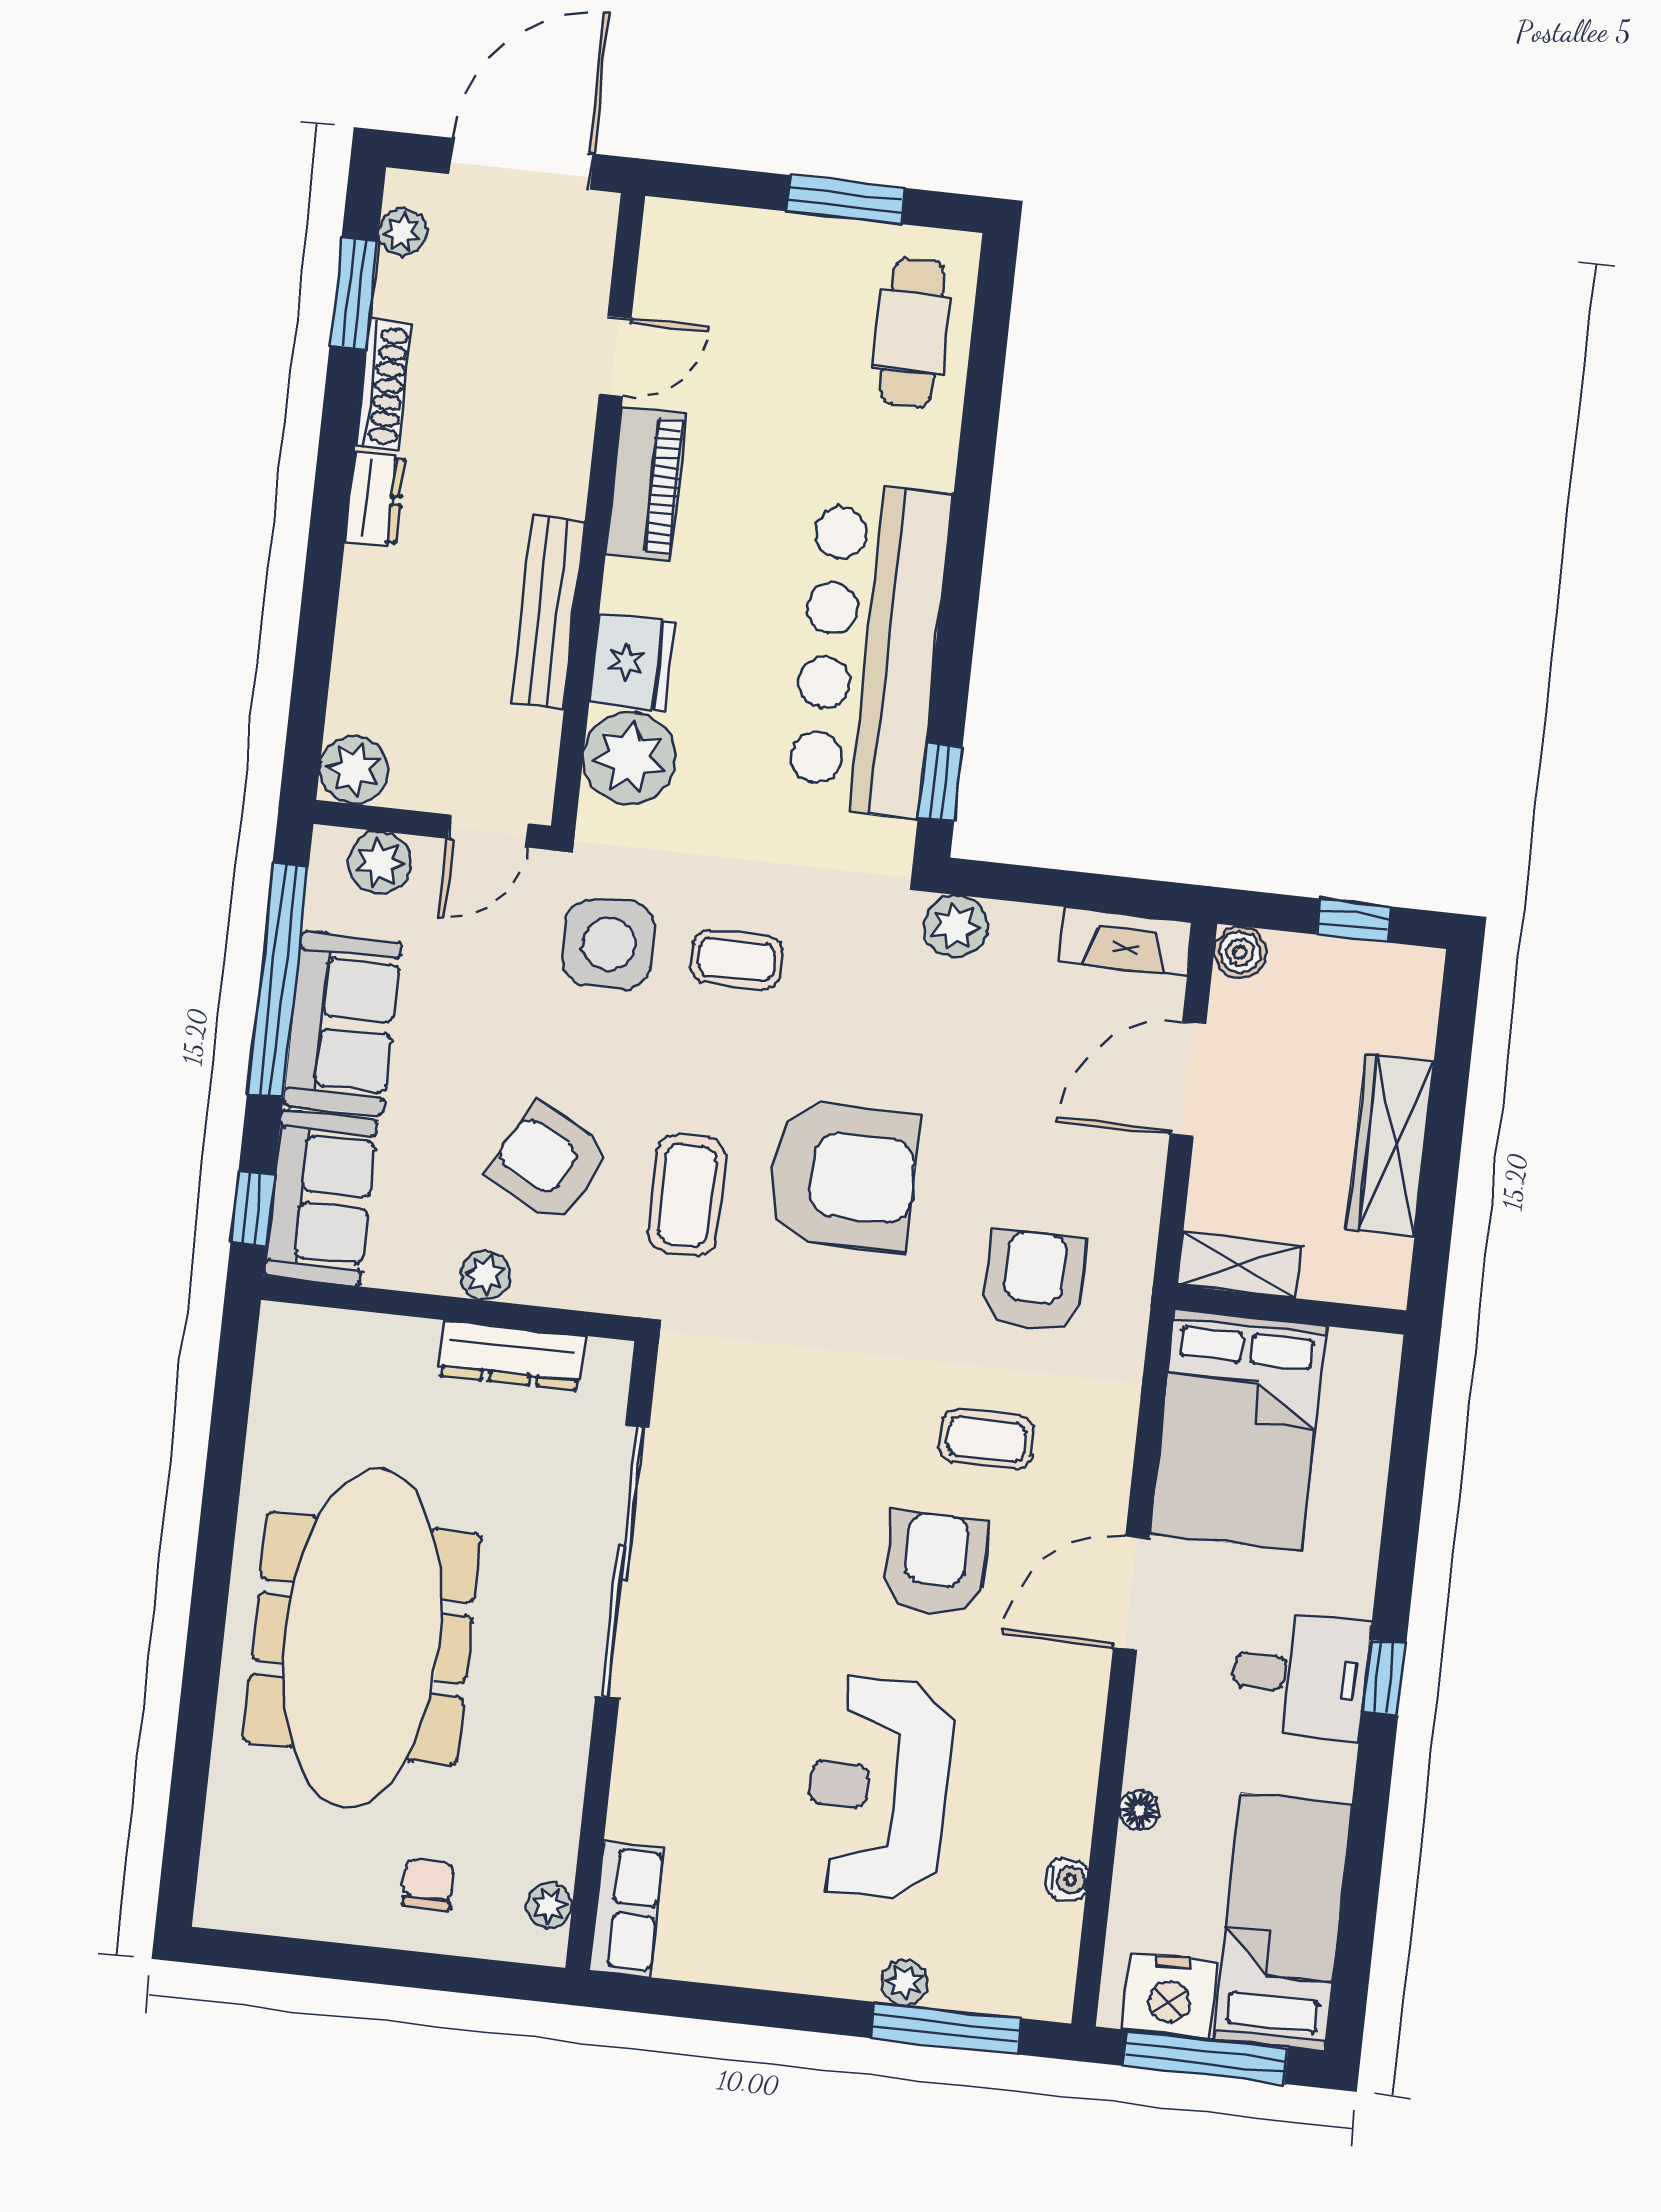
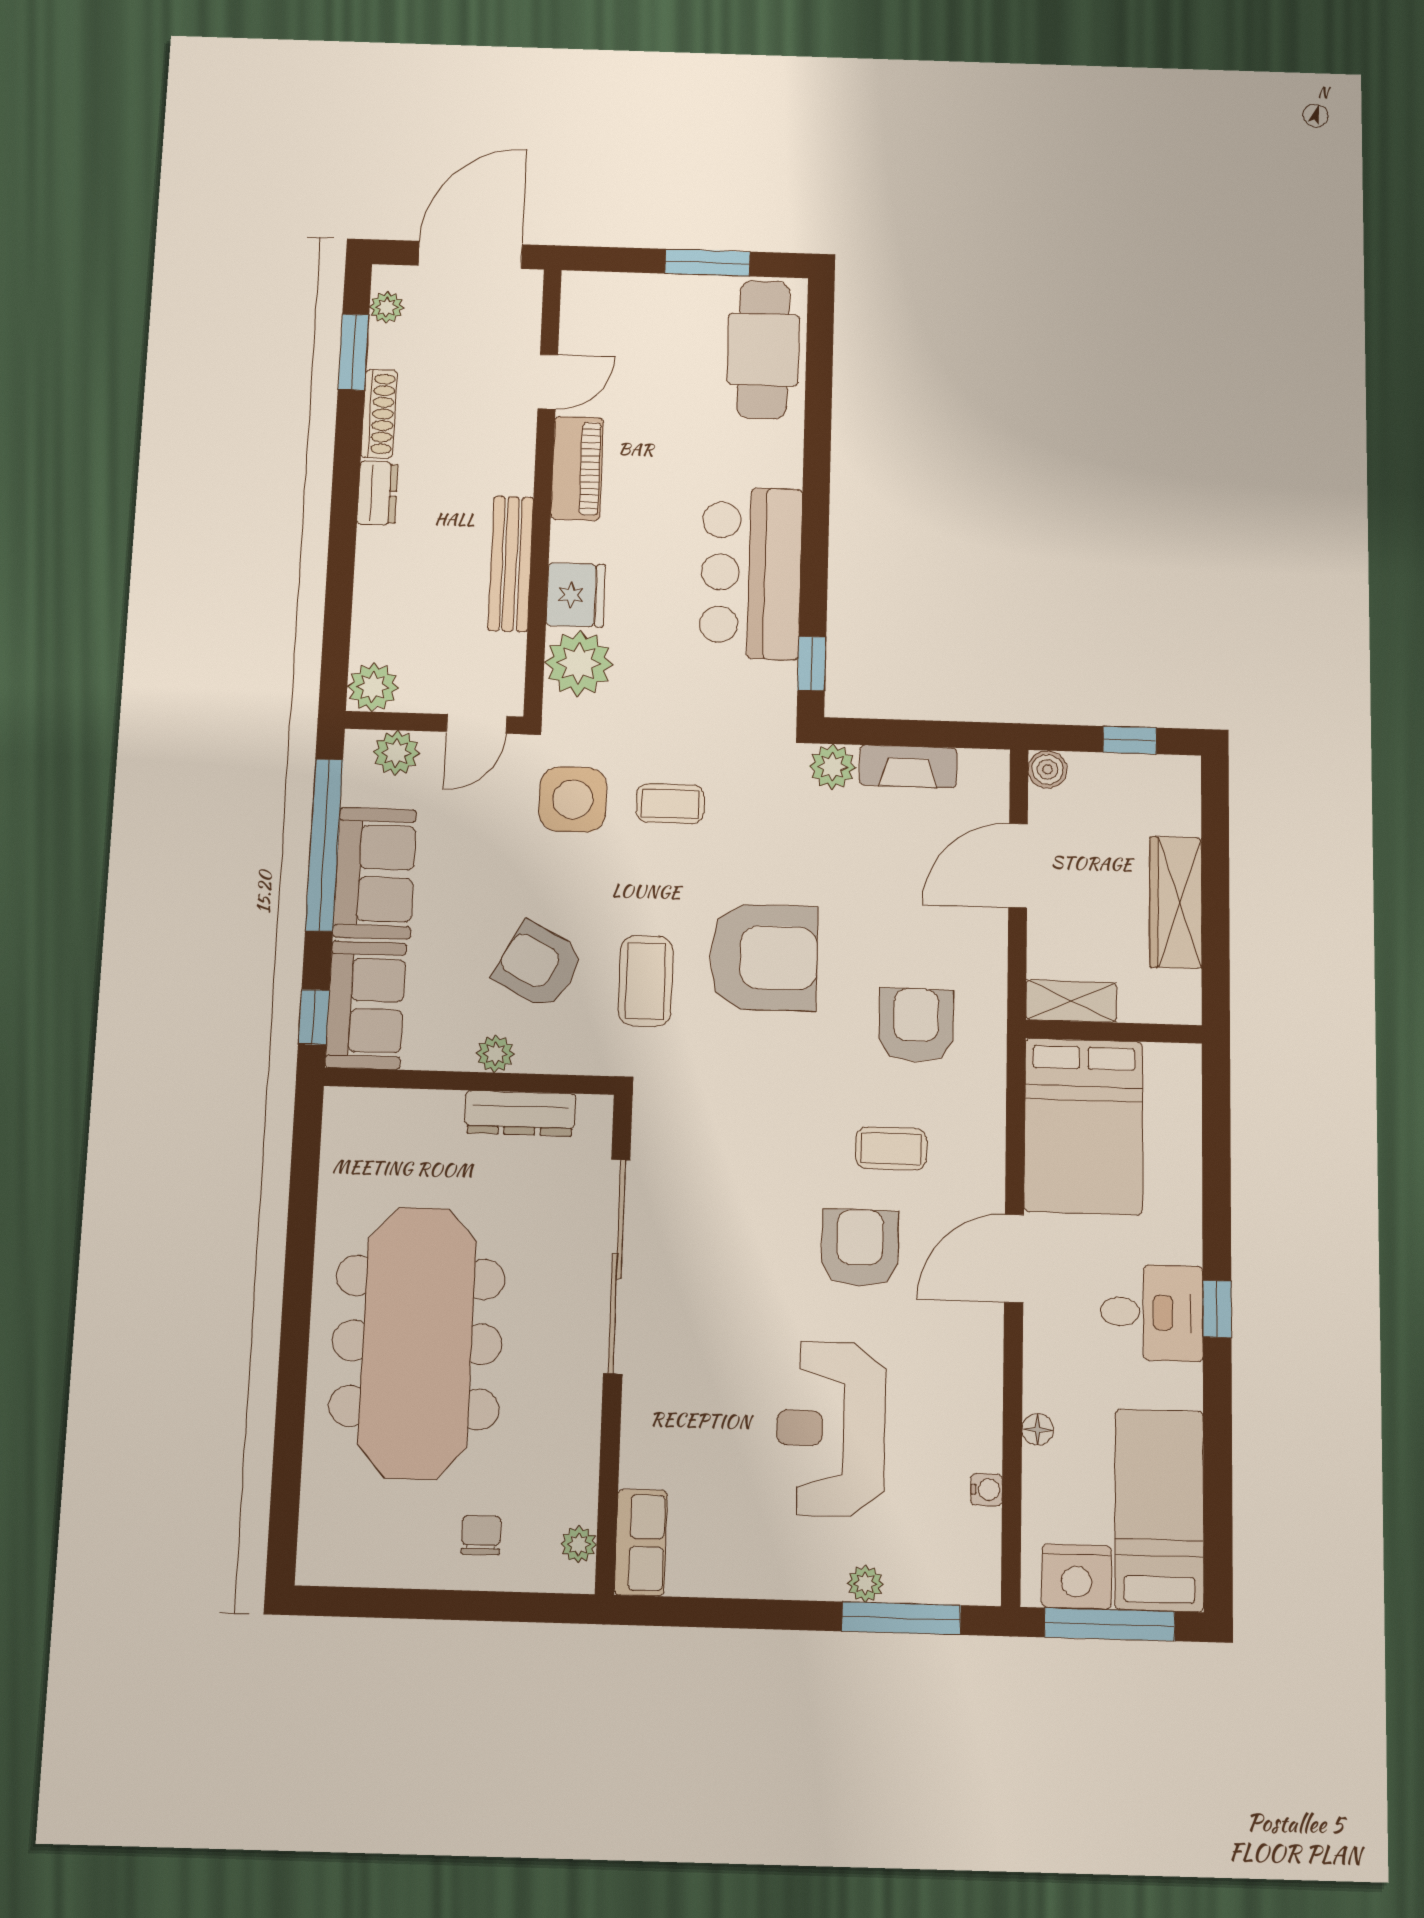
cafe table: (912, 332) -> (763, 350), width x1.37, depth x1.35
bar counter: (869, 650) -> (751, 573), width x0.73
fireplace: (1126, 941) -> (908, 766), moved

